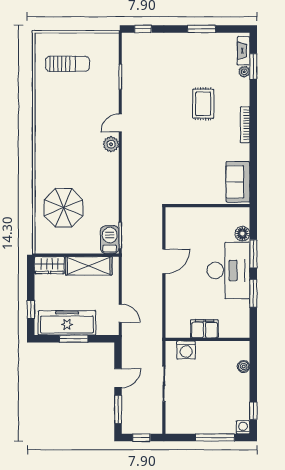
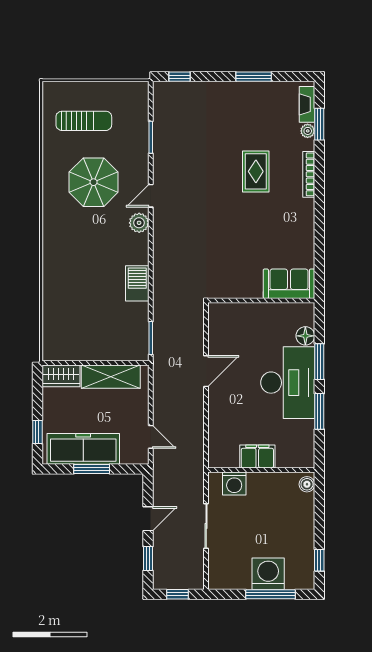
bookcase: (245, 125) -> (309, 174), moved
sofa: (238, 182) -> (289, 284), moved, turned 90
parasol: (64, 208) -> (94, 182), moved
barbecue: (110, 240) -> (137, 283), moved
boiler: (244, 366) -> (307, 484), moved
window: (118, 409) -> (148, 558), width x0.67
washing machine: (243, 427) -> (268, 574), moved, width x1.89, depth x1.89

